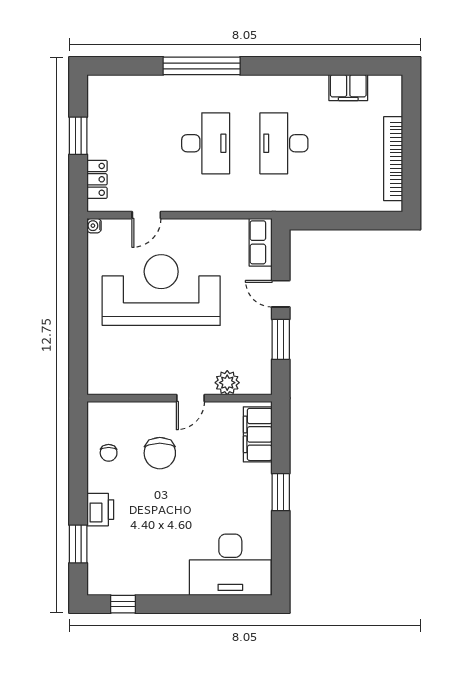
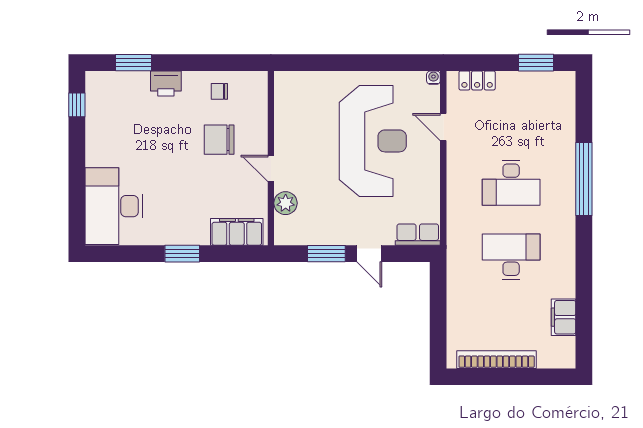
window: (78, 136) -> (536, 63), moved
door: (281, 294) -> (369, 254), swing flipped

